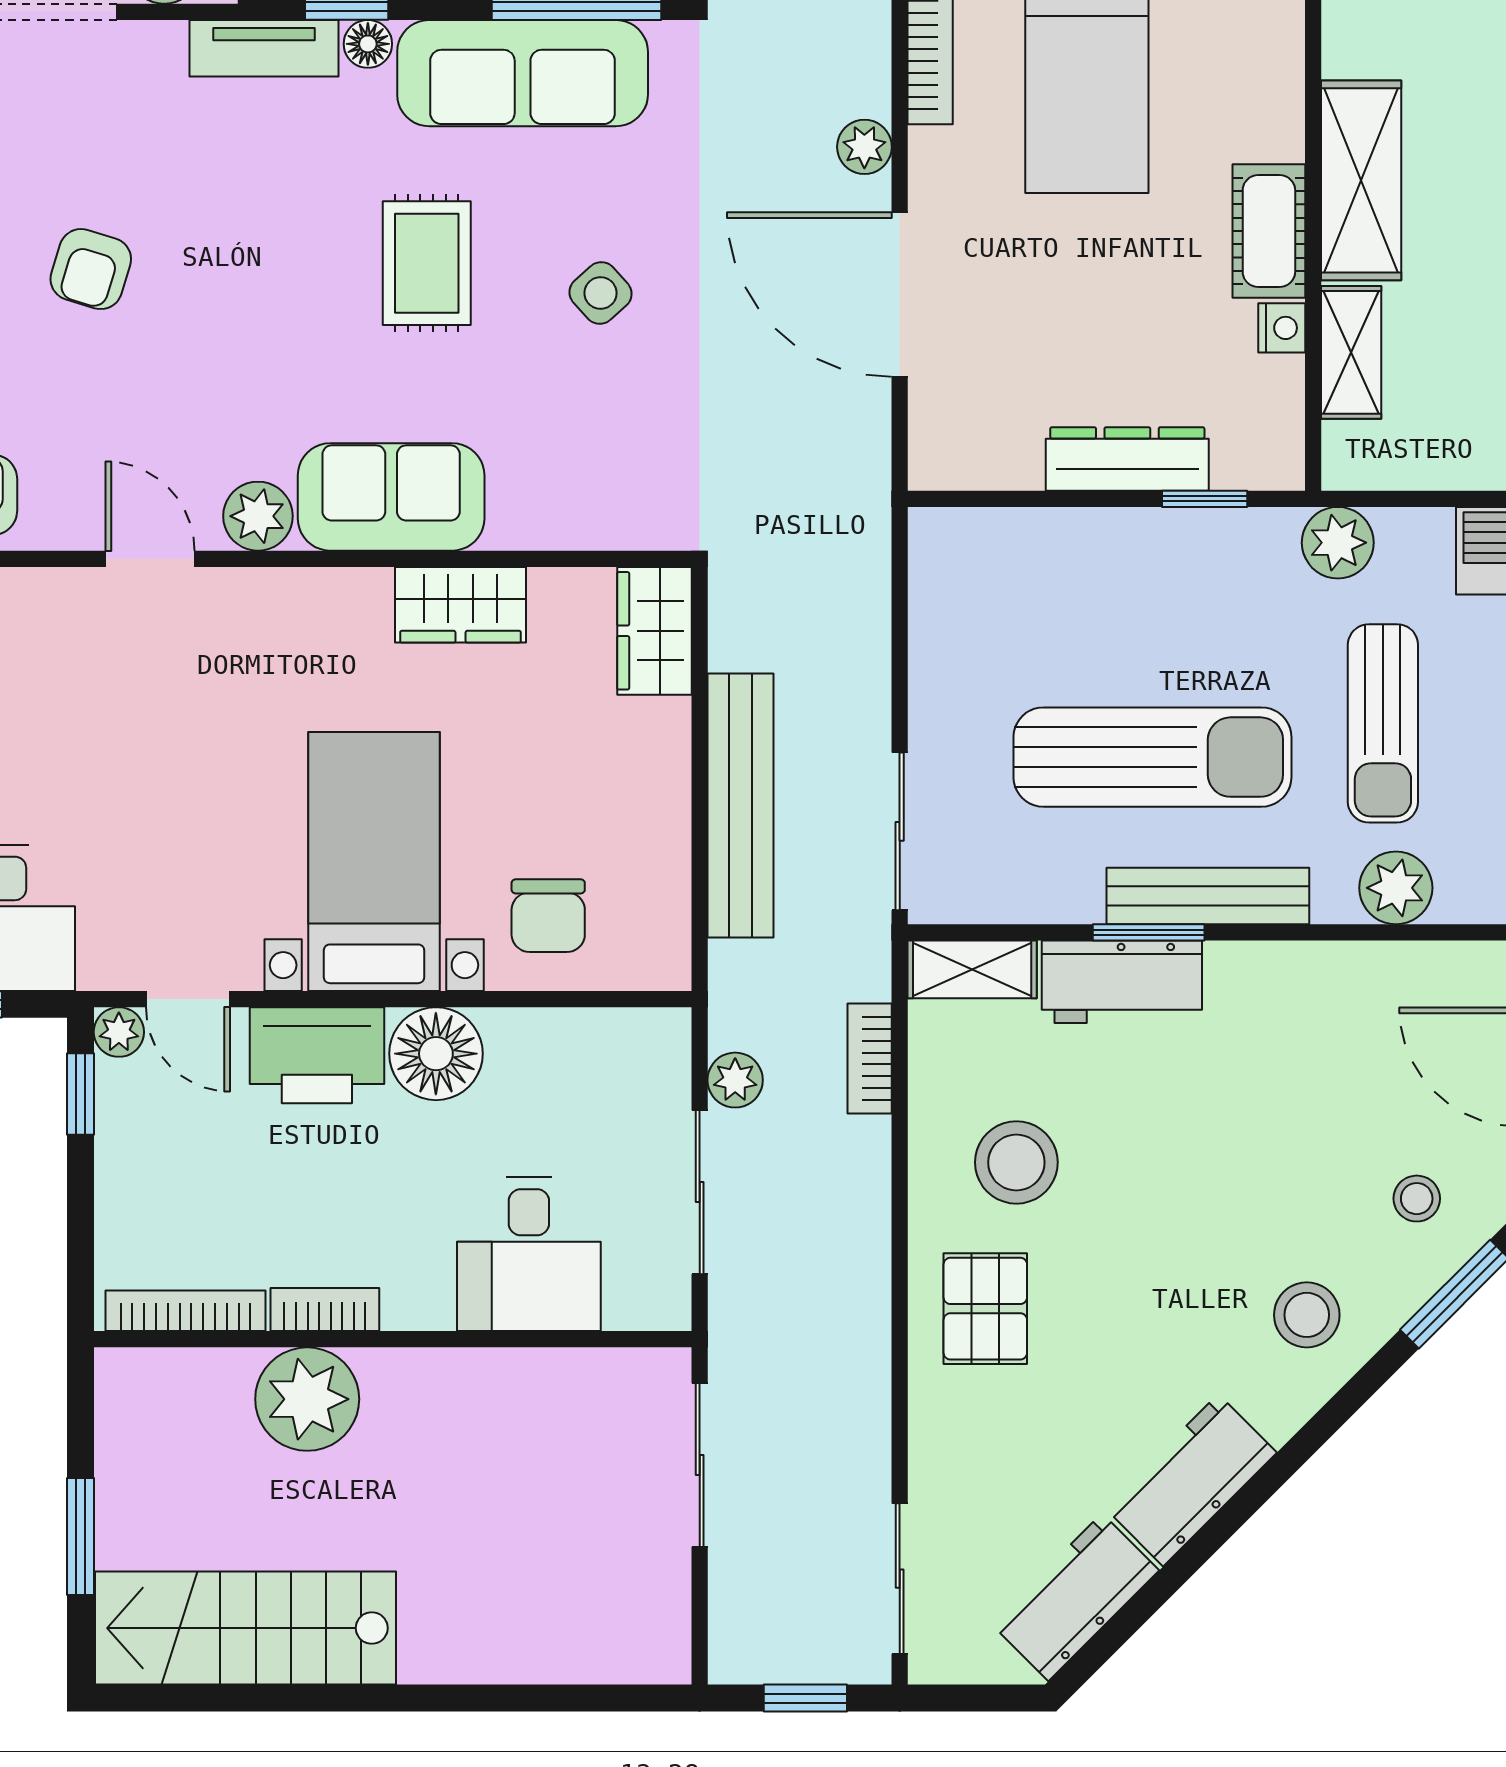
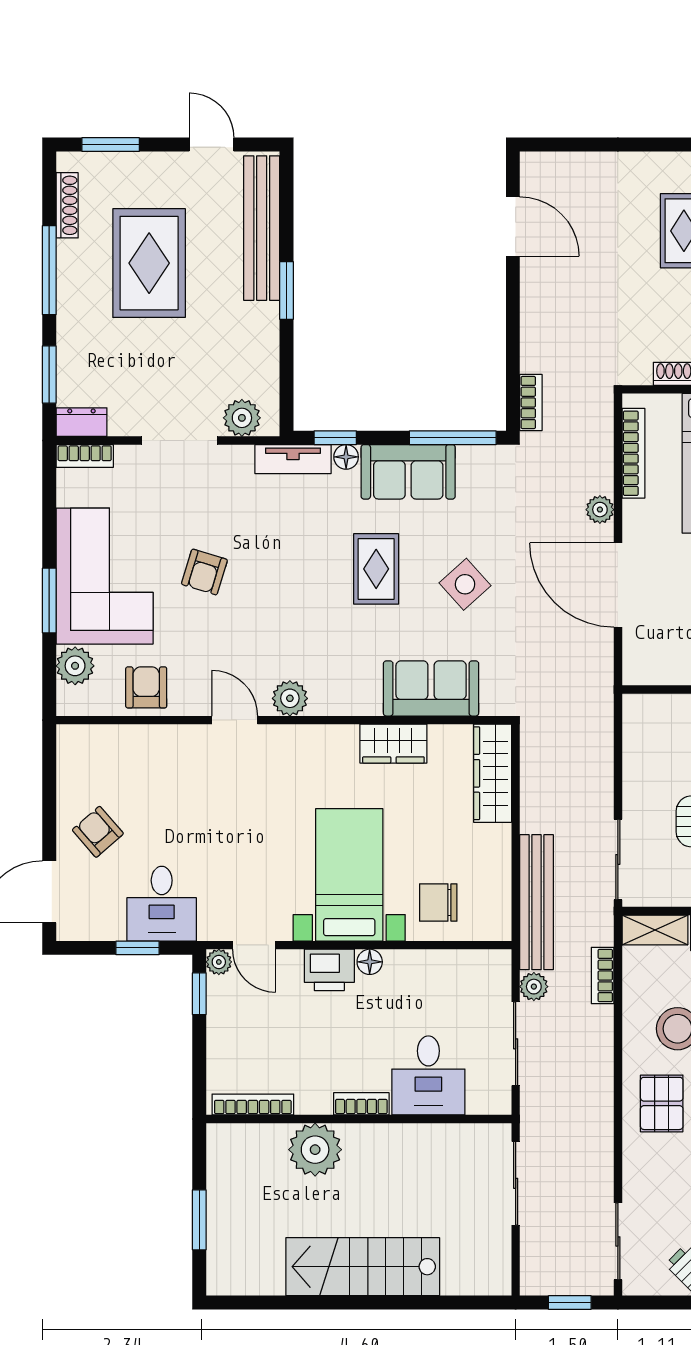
sofa: (523, 73) -> (408, 472), width x0.73
side table: (601, 293) -> (465, 584), width x1.37, depth x1.37
sofa: (391, 497) -> (431, 688), moved
wardrobe: (654, 631) -> (493, 773), width x1.50
bench: (740, 805) -> (537, 902), moved
chair: (548, 916) -> (438, 902), turned 90
floor lamp: (436, 1054) -> (370, 962), width x0.53, depth x0.53
printer: (317, 1055) -> (329, 970), width x0.73, depth x0.84
bookcase: (325, 1310) -> (361, 1104), moved
stairs: (245, 1628) -> (363, 1267), moved

